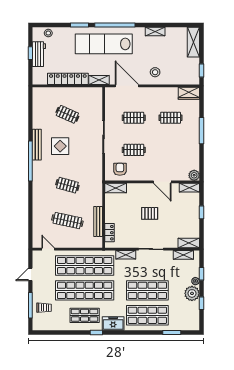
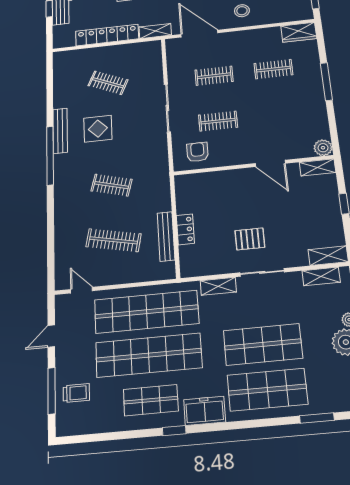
shelving: (116, 188) -> (192, 181), removed
pallet: (150, 213) -> (250, 239), moved
locker: (109, 233) -> (185, 229), moved

